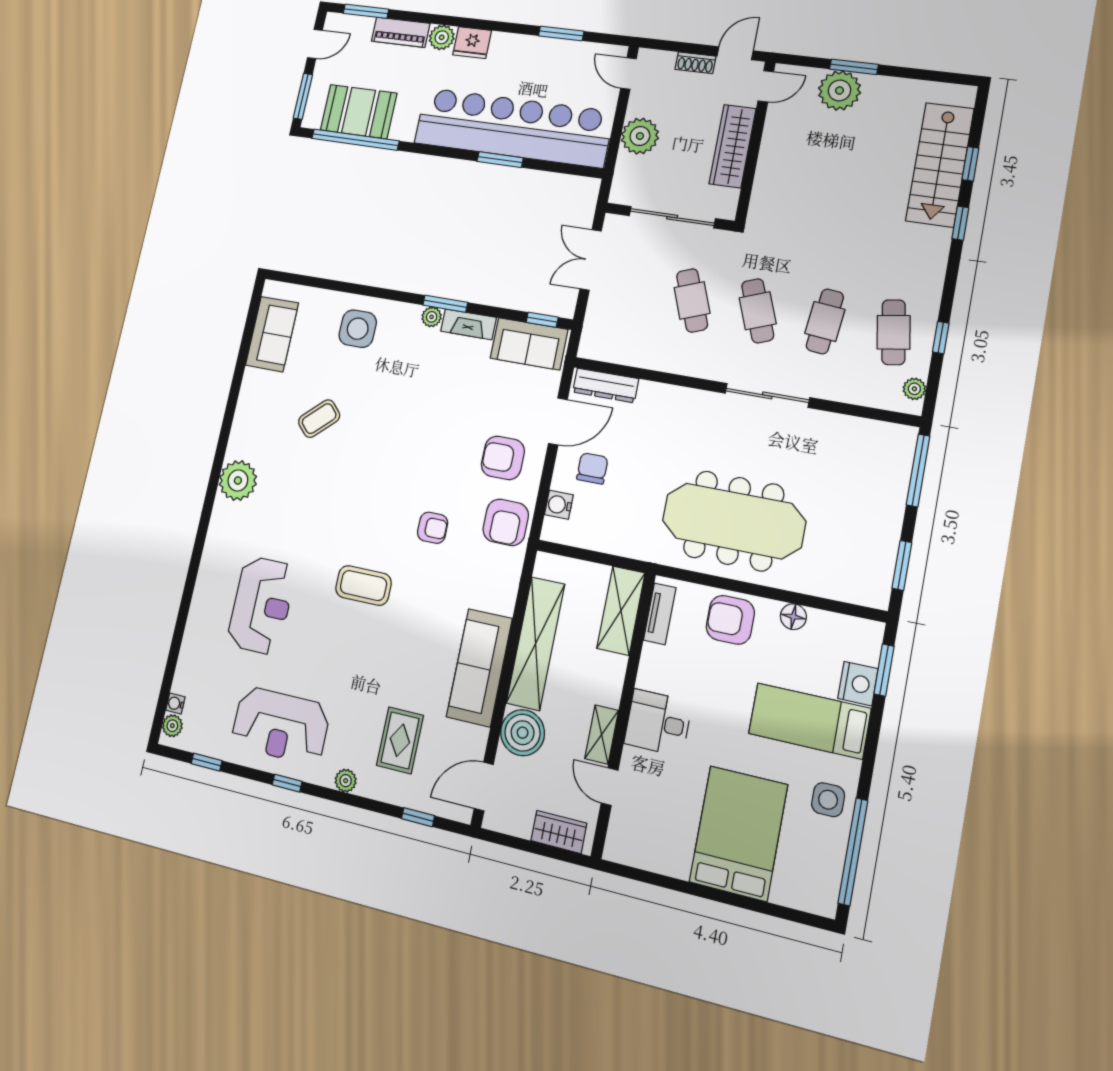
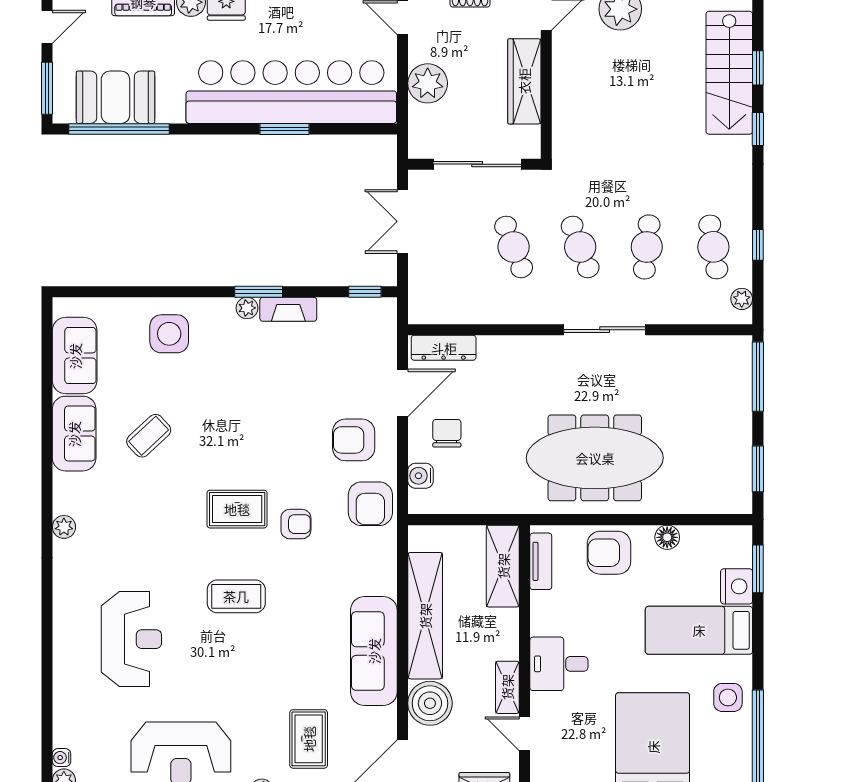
sofa: (529, 344) -> (74, 434), moved, turned -90
plant: (238, 480) -> (64, 527), width x0.53, depth x0.53
rug: (382, 502) -> (237, 509), added

